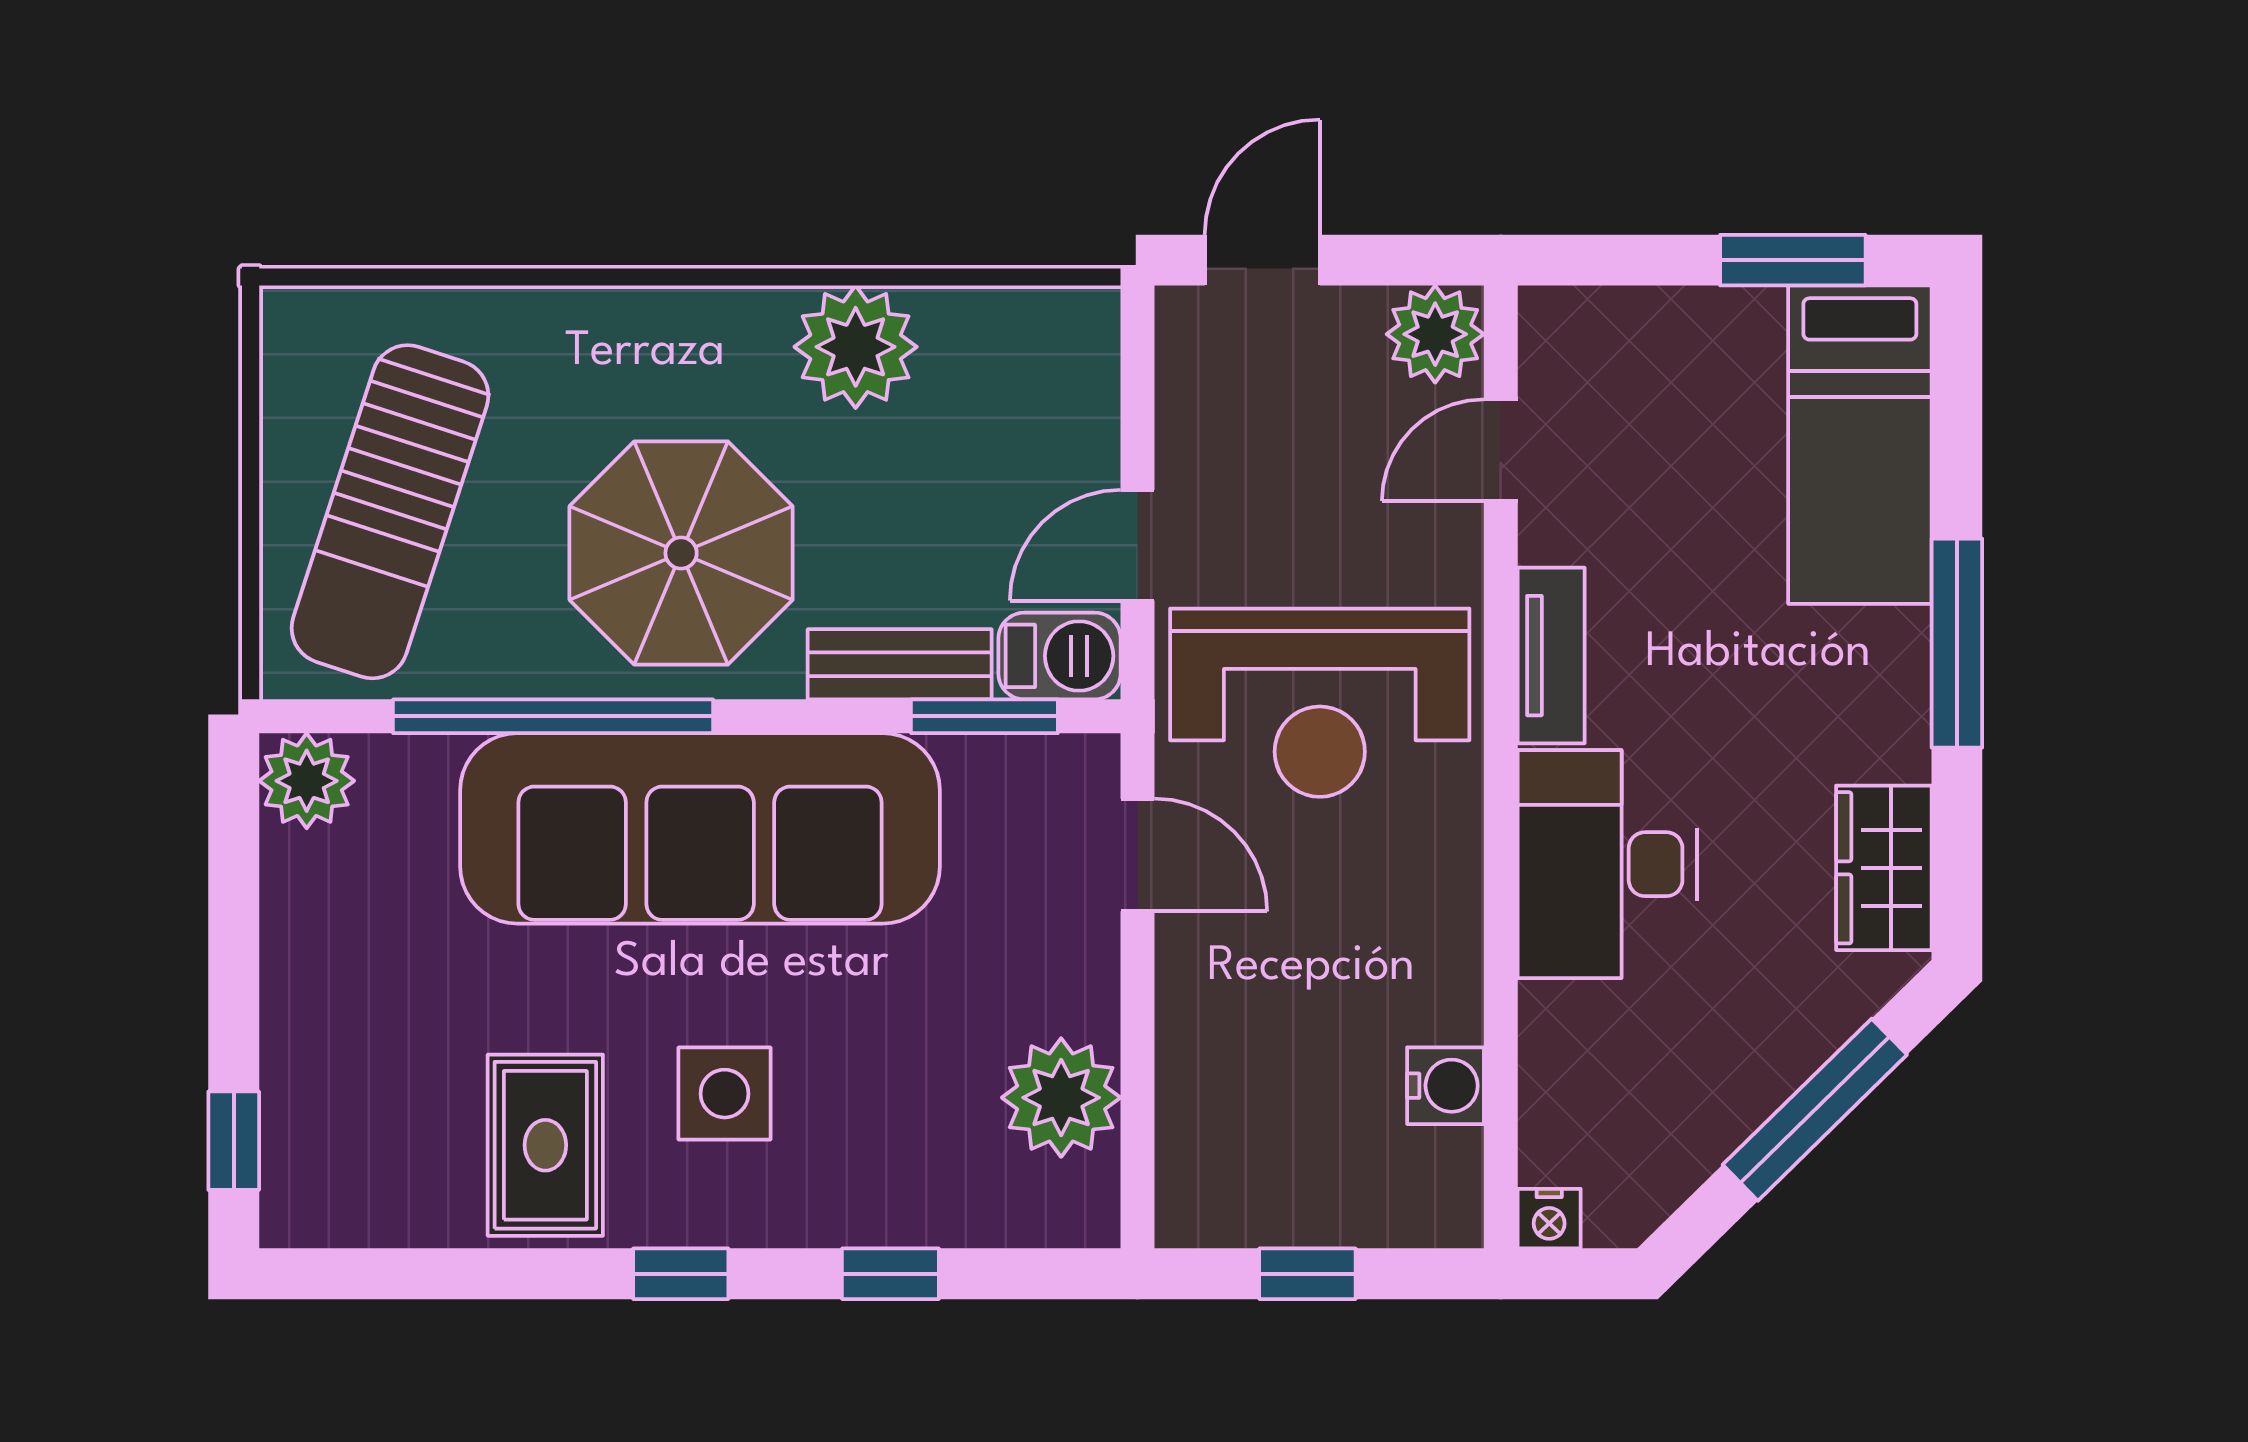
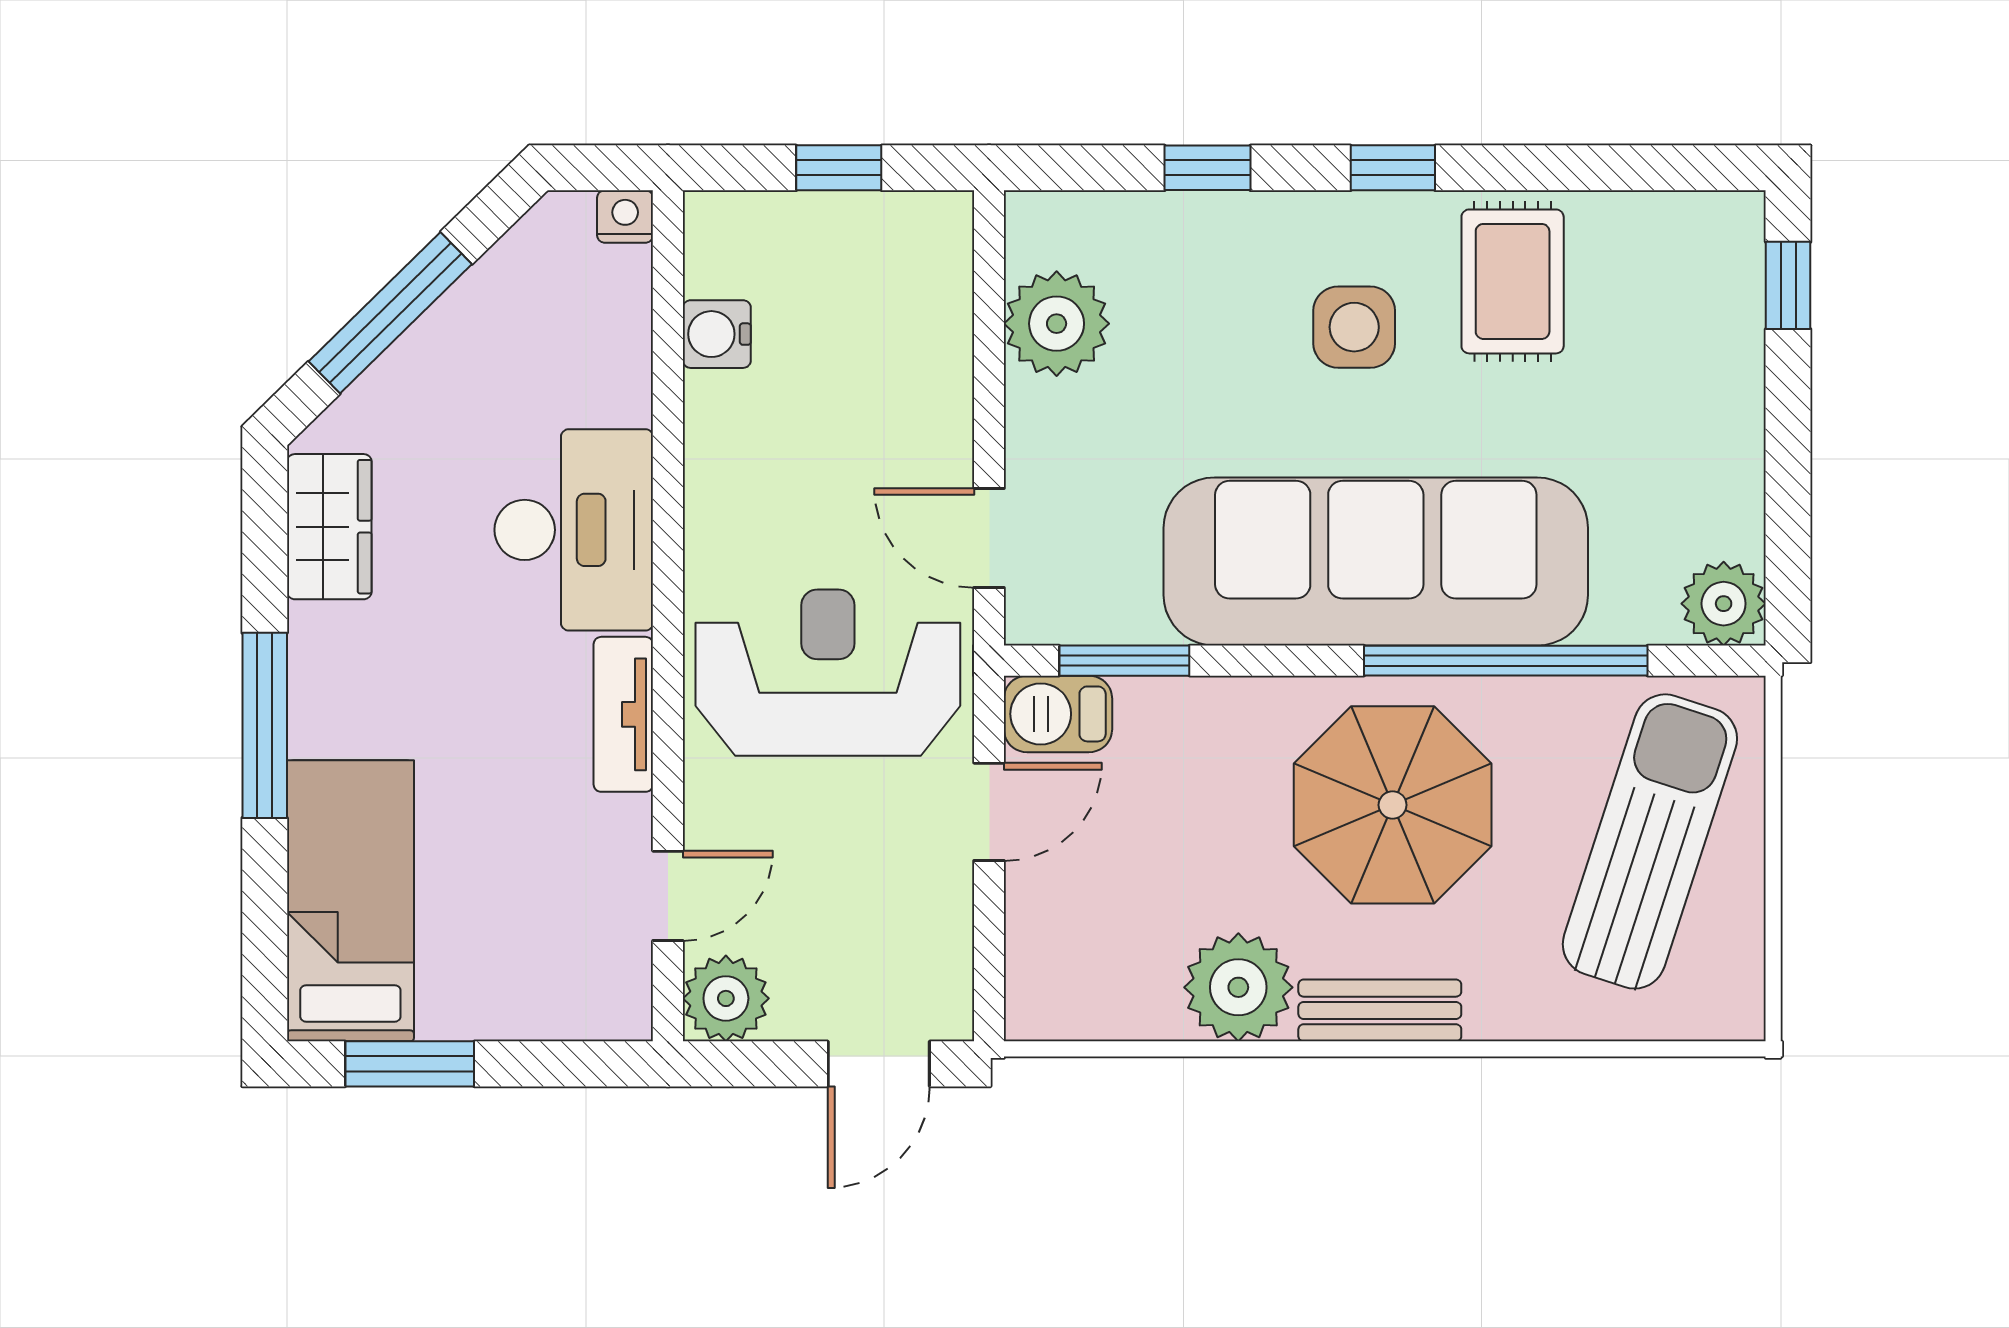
bench: (900, 664) -> (1380, 1010), moved

